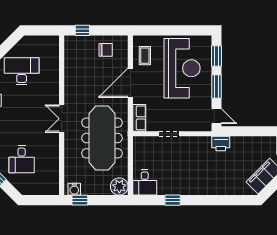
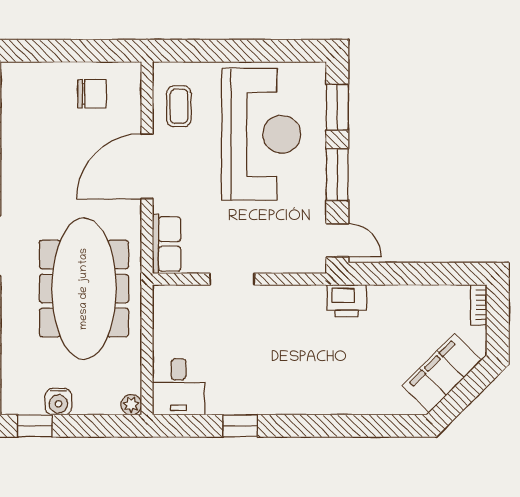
window: (82, 30) -> (41, 51), removed
plant: (119, 186) -> (131, 405), width x0.53, depth x0.53
water cooler: (74, 189) -> (58, 402), moved

